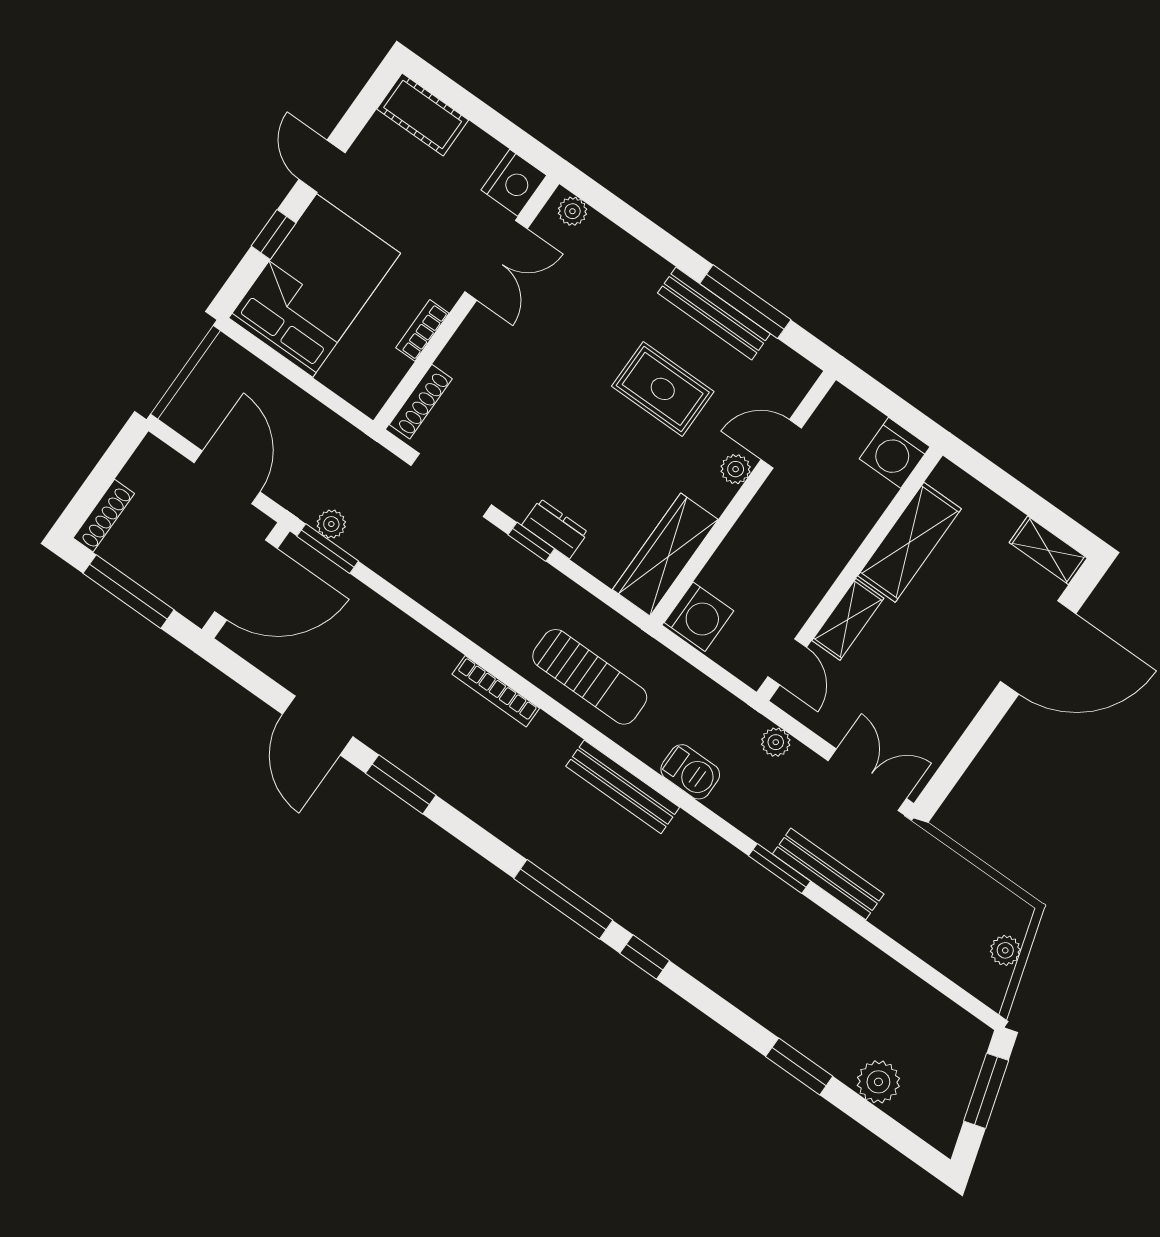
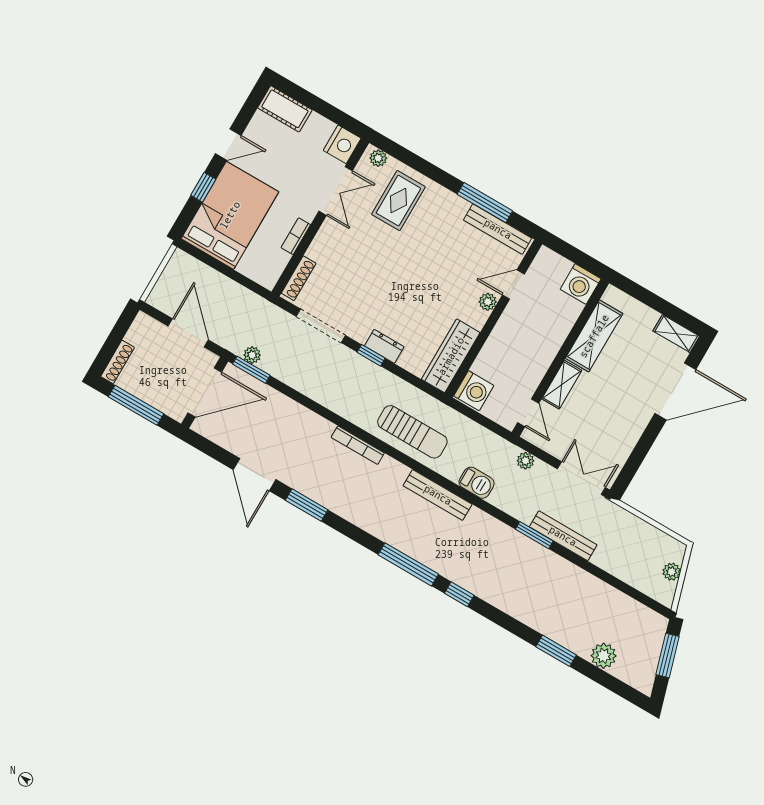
door: (322, 166) -> (228, 144), swing flipped
bench: (714, 313) -> (498, 229), moved
rug: (663, 389) -> (398, 201), moved, turned 90

